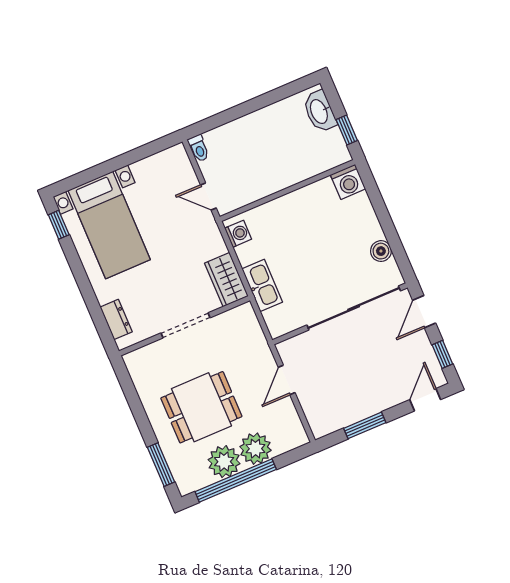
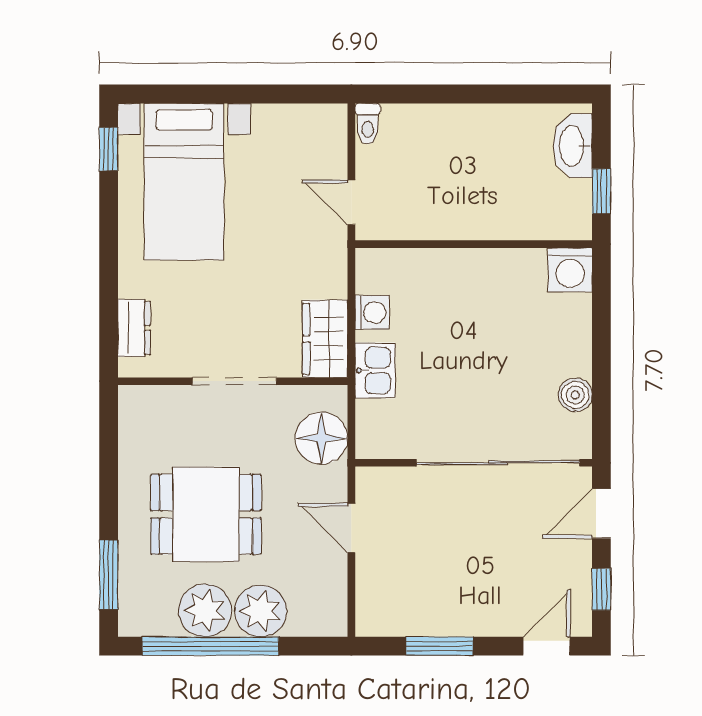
washing machine: (238, 234) -> (372, 312), moved
kitchen sink: (262, 285) -> (375, 370), width x0.73
floor lamp: (248, 336) -> (321, 438), added
door: (287, 380) -> (351, 528), hinge flipped

